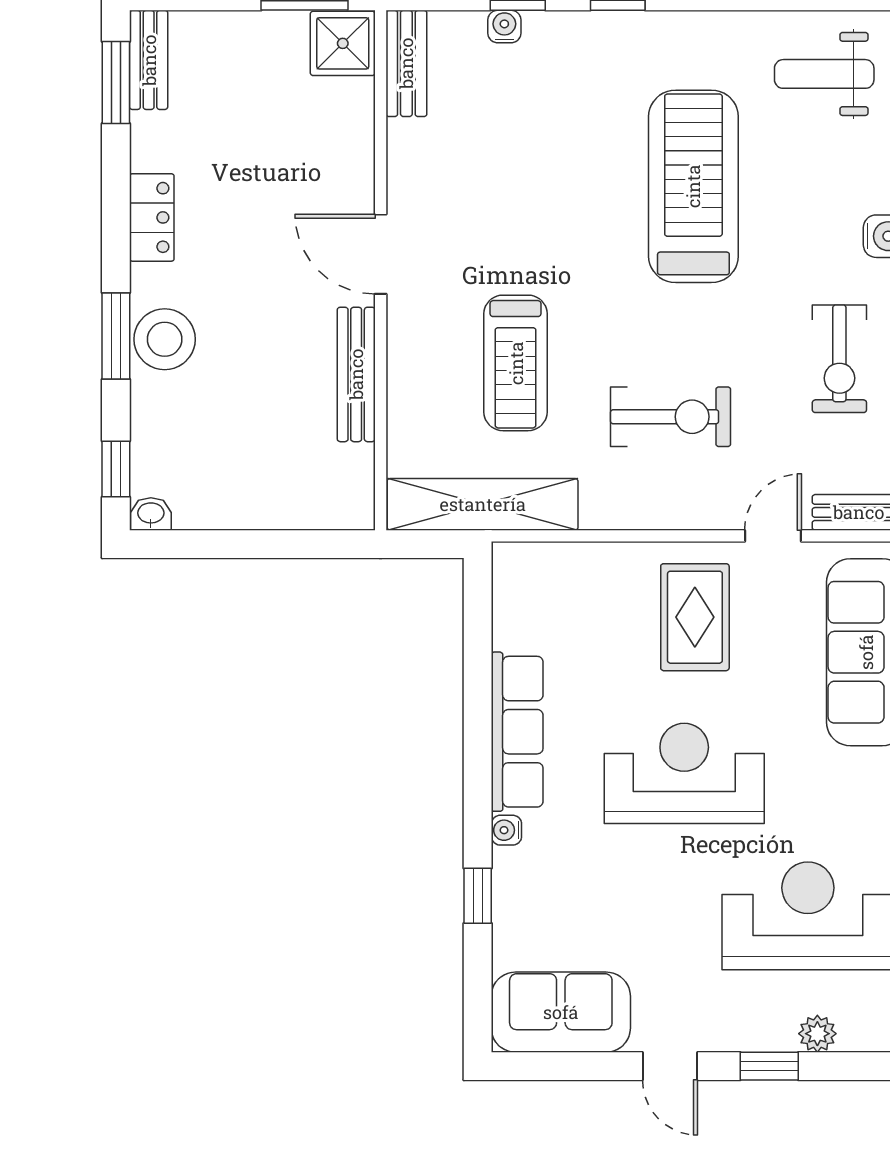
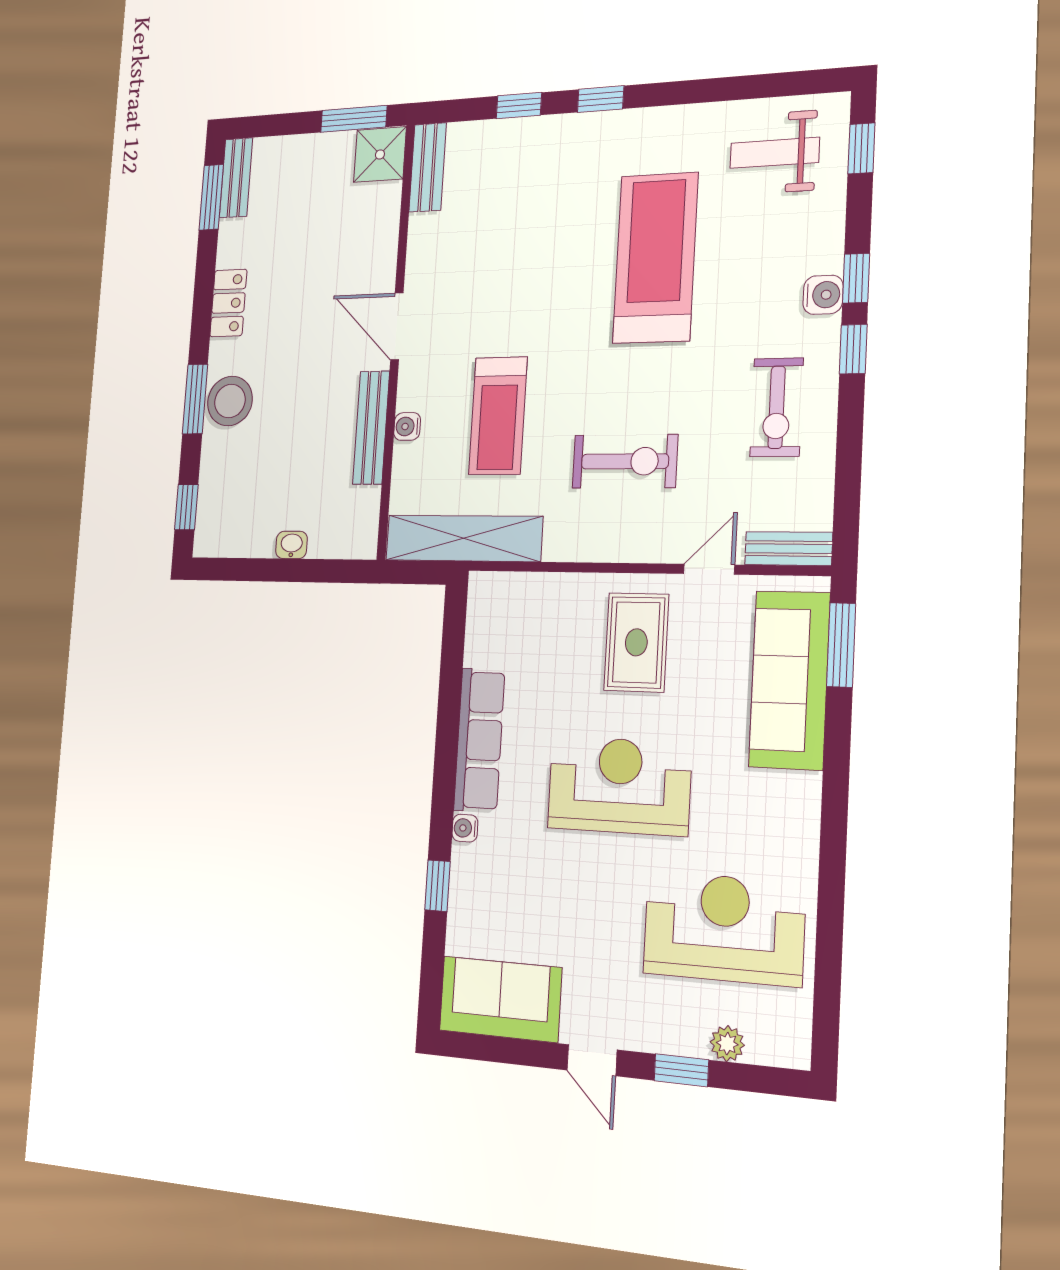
water cooler: (504, 27) -> (407, 426), moved, turned -90
washbasin: (151, 514) -> (292, 545), moved

